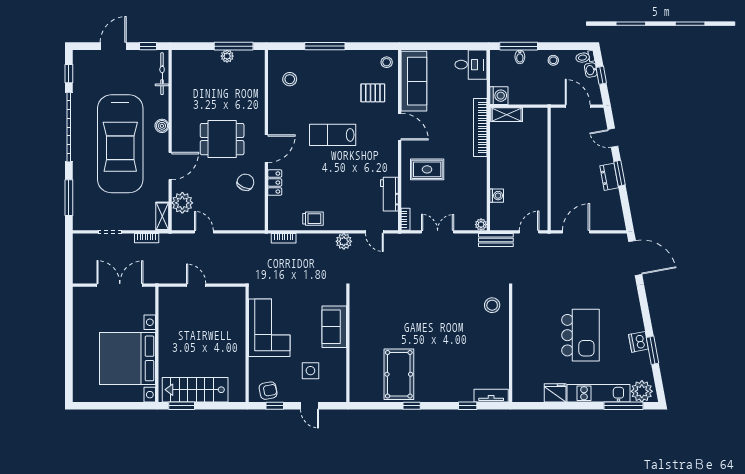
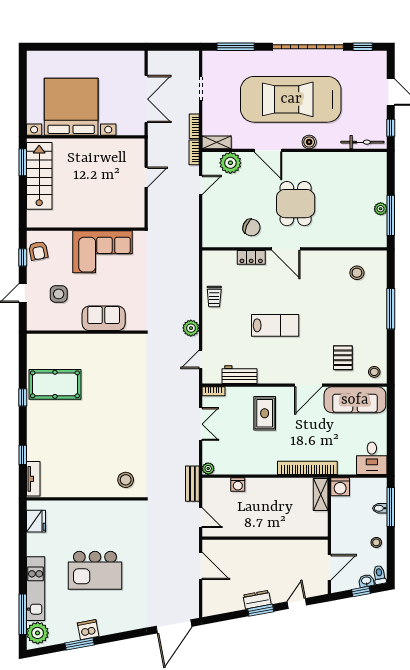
lab bench: (333, 135) -> (275, 325), moved, turned 90
bookcase: (284, 238) -> (194, 152), moved
fridge: (555, 393) -> (36, 521), moved

